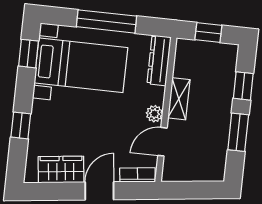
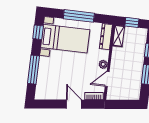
shelving: (179, 99) -> (119, 36), moved
window: (21, 125) -> (33, 70), width x2.17
wardrobe: (61, 170) -> (54, 93), removed
door: (99, 191) -> (74, 104), hinge flipped

